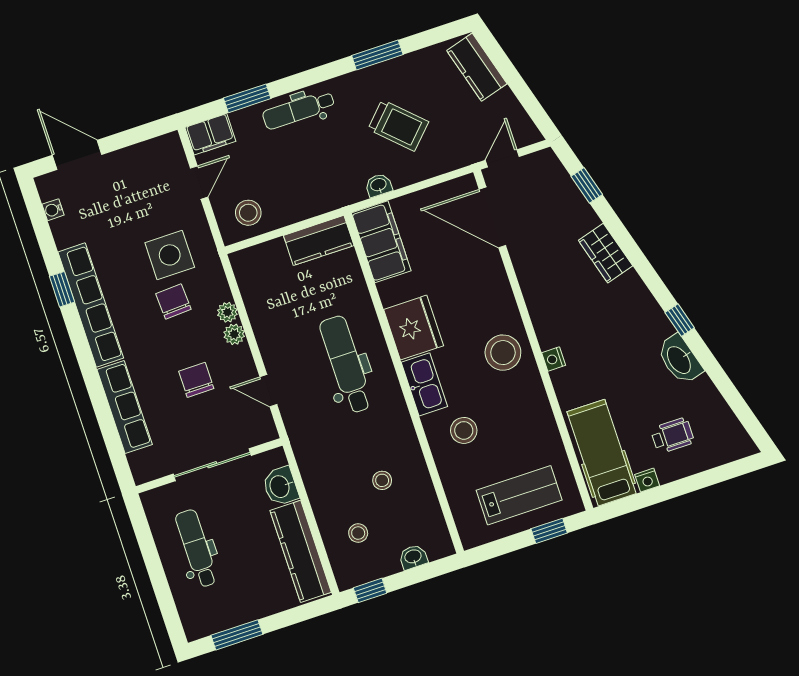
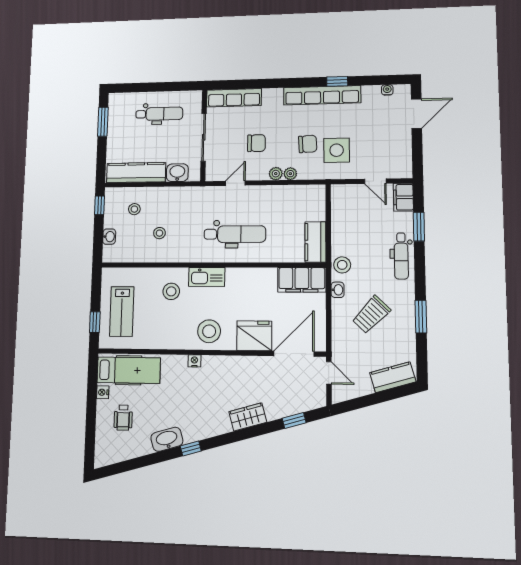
dental chair: (299, 110) -> (401, 256), turned 180
stool: (248, 213) -> (342, 265), moved
fridge: (414, 328) -> (254, 336), moved, turned 180
row of seats: (125, 407) -> (234, 98), moved

